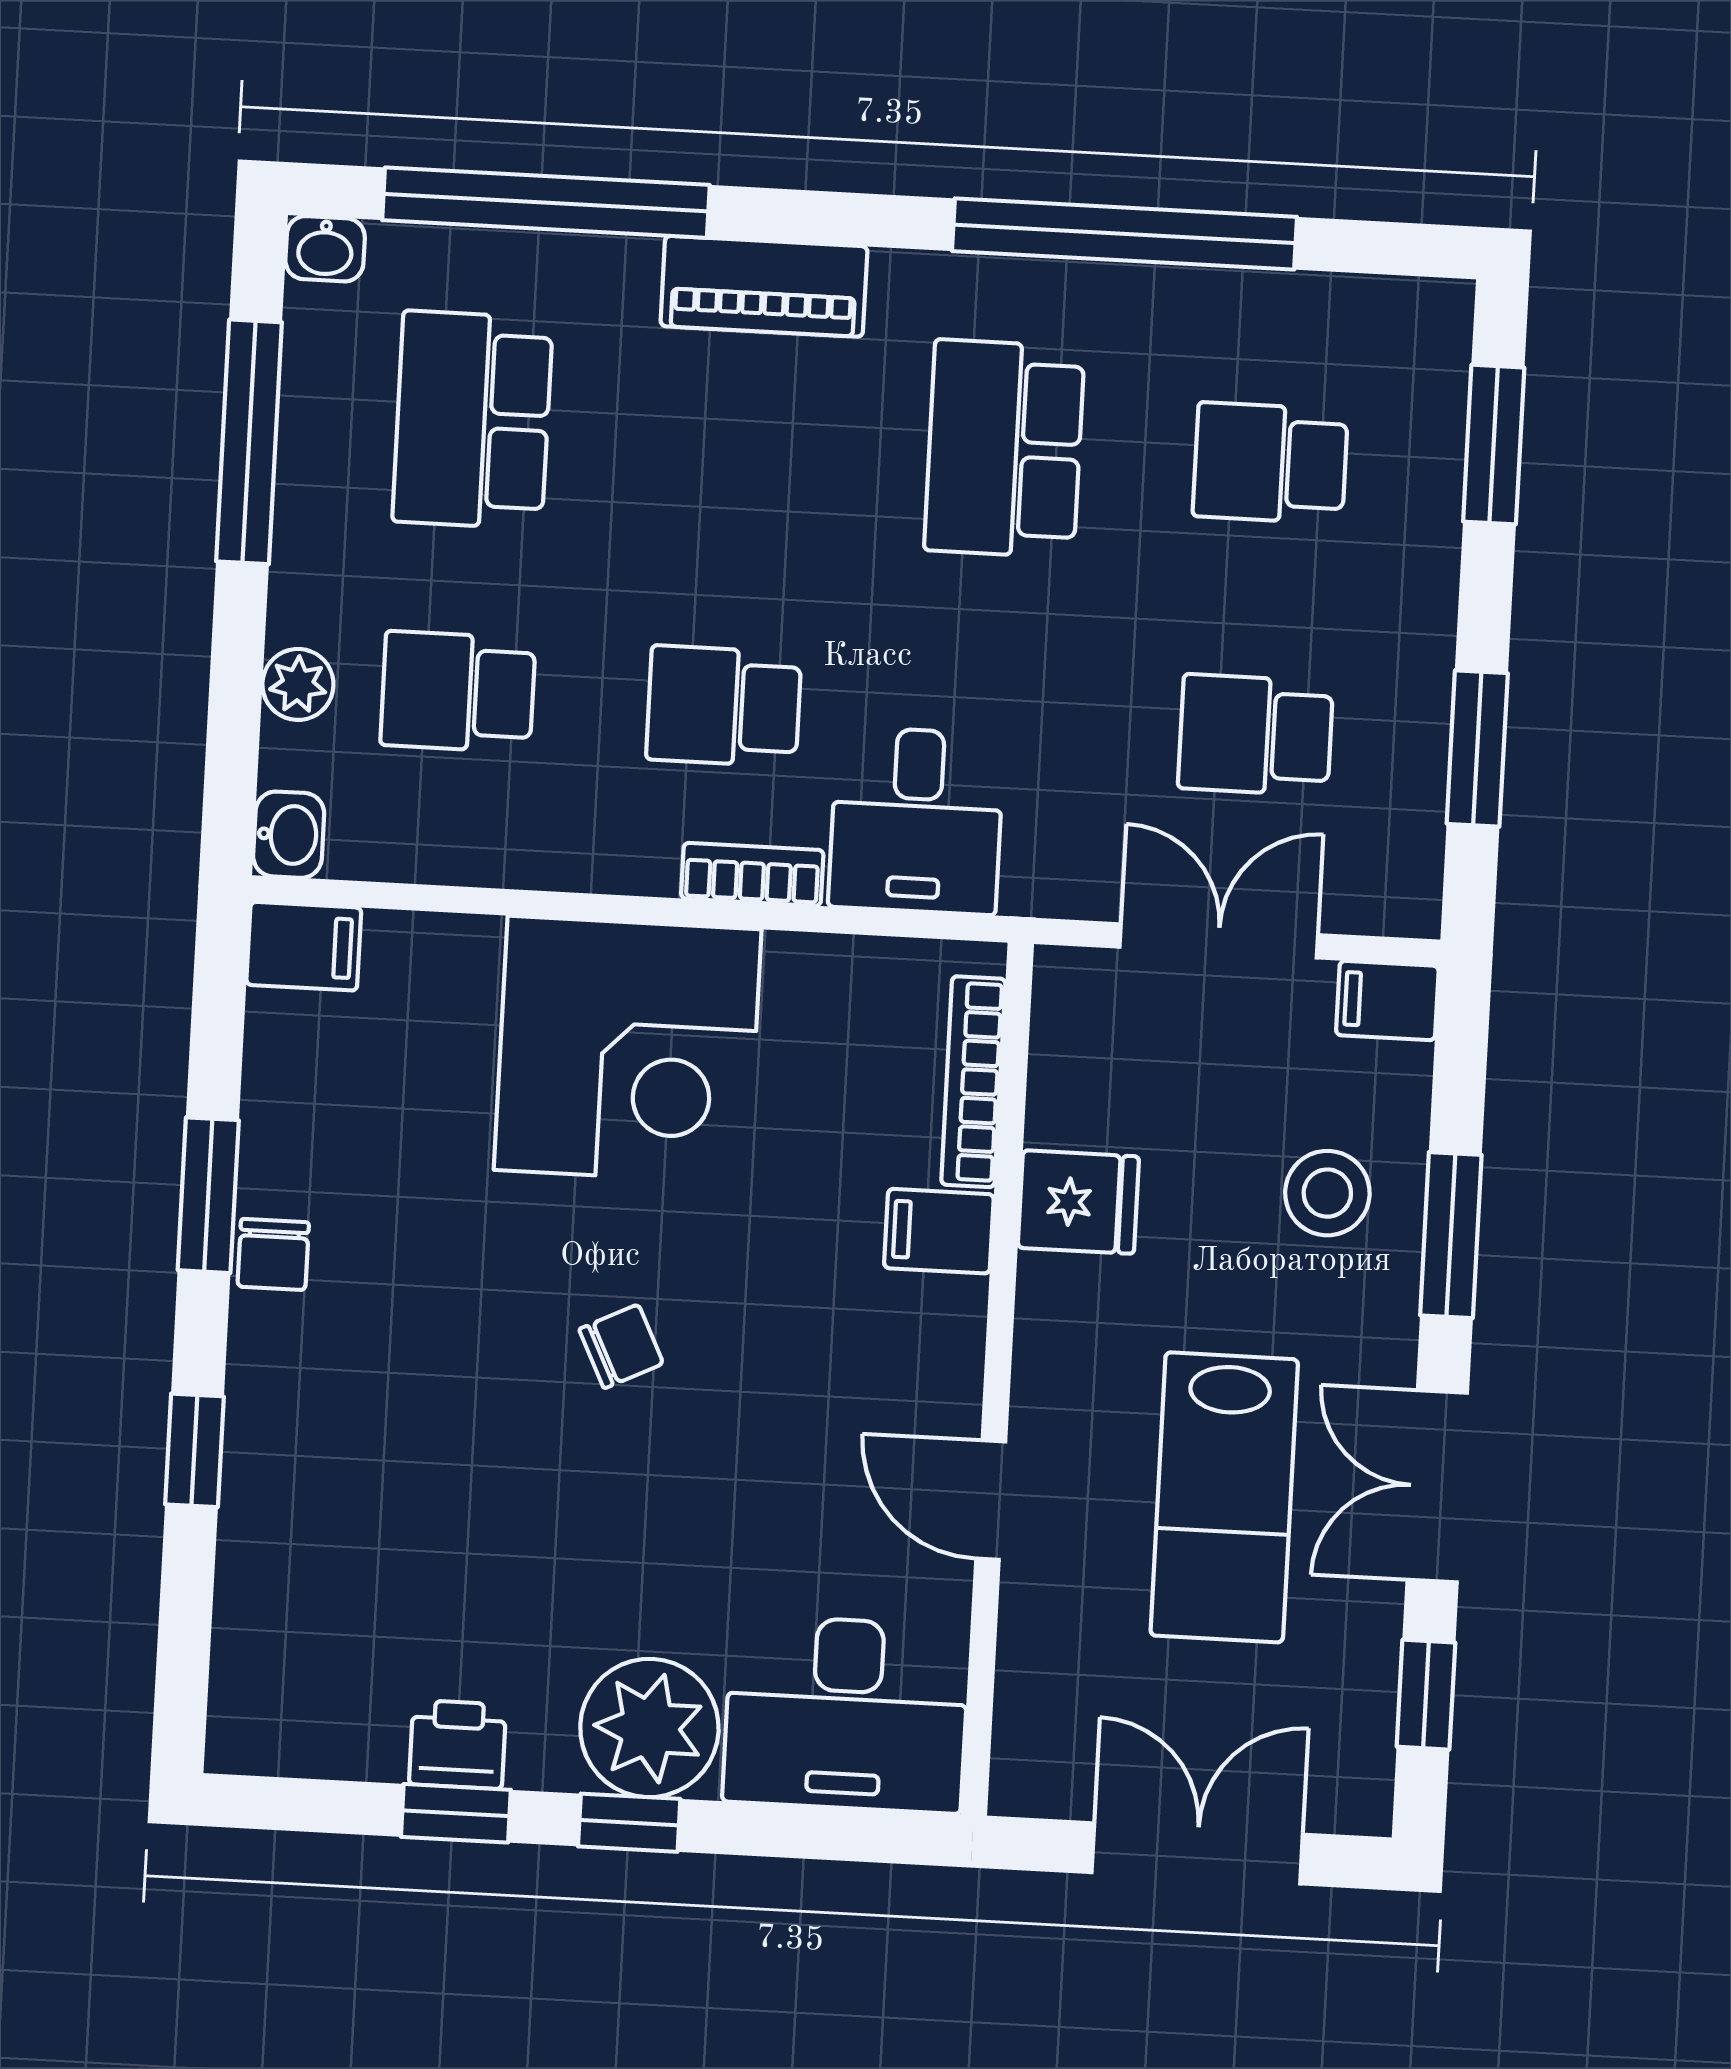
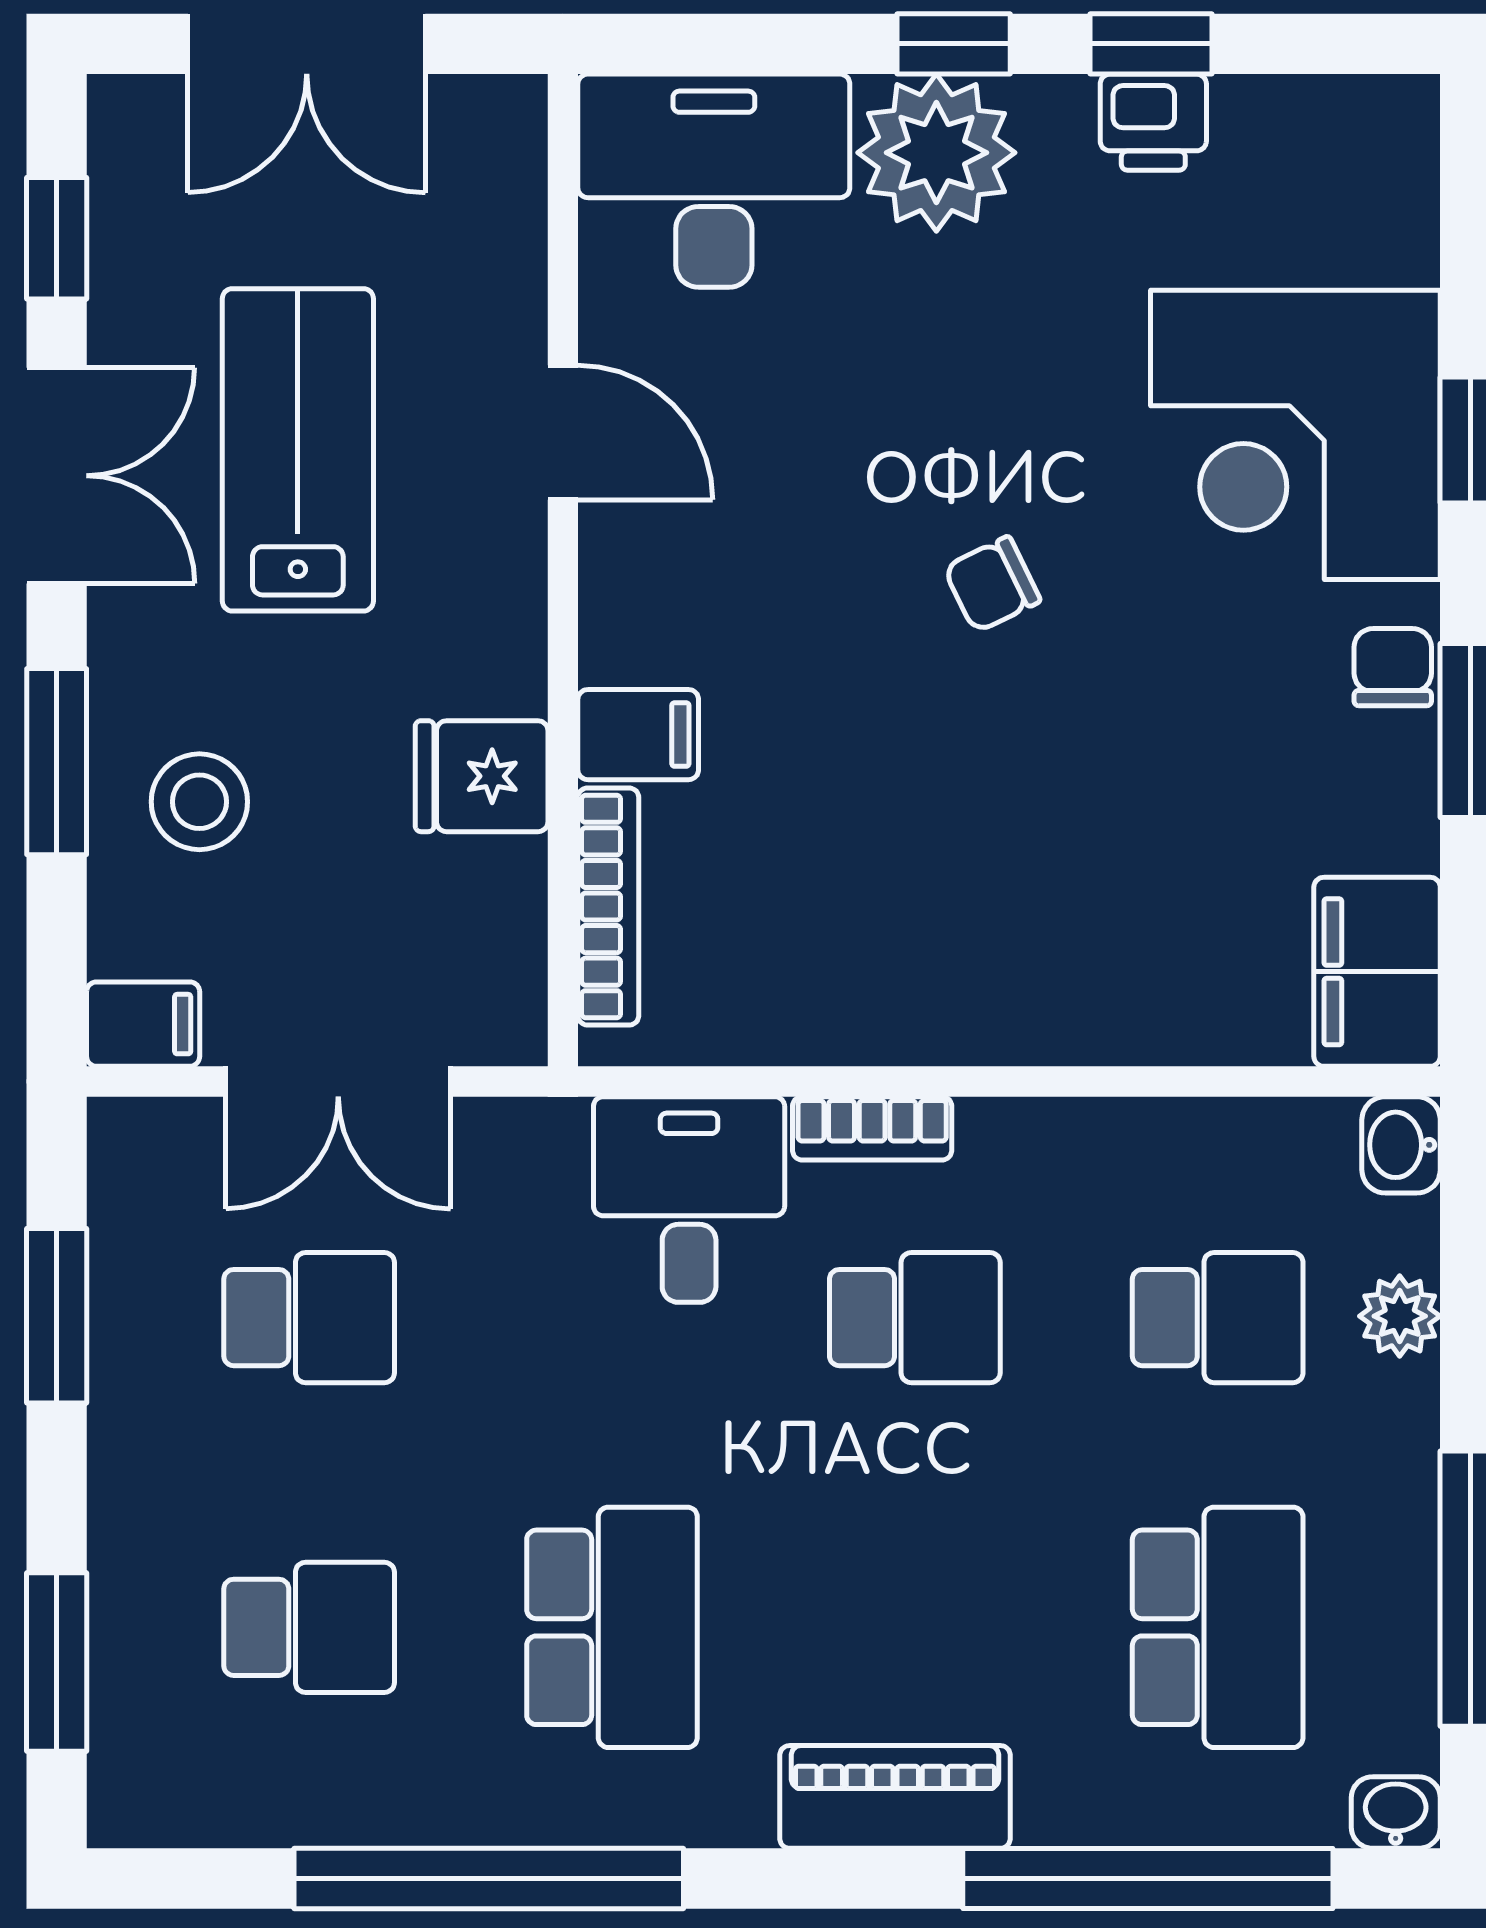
filing cabinet: (304, 946) -> (1377, 972), width x2.00
corner desk: (628, 1050) -> (1295, 435), moved, turned -90

